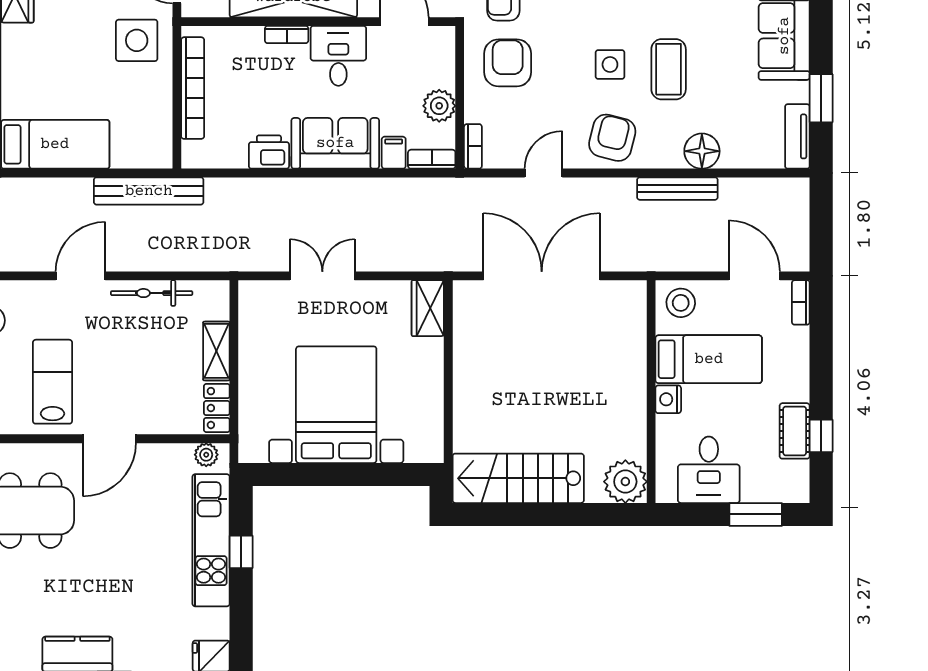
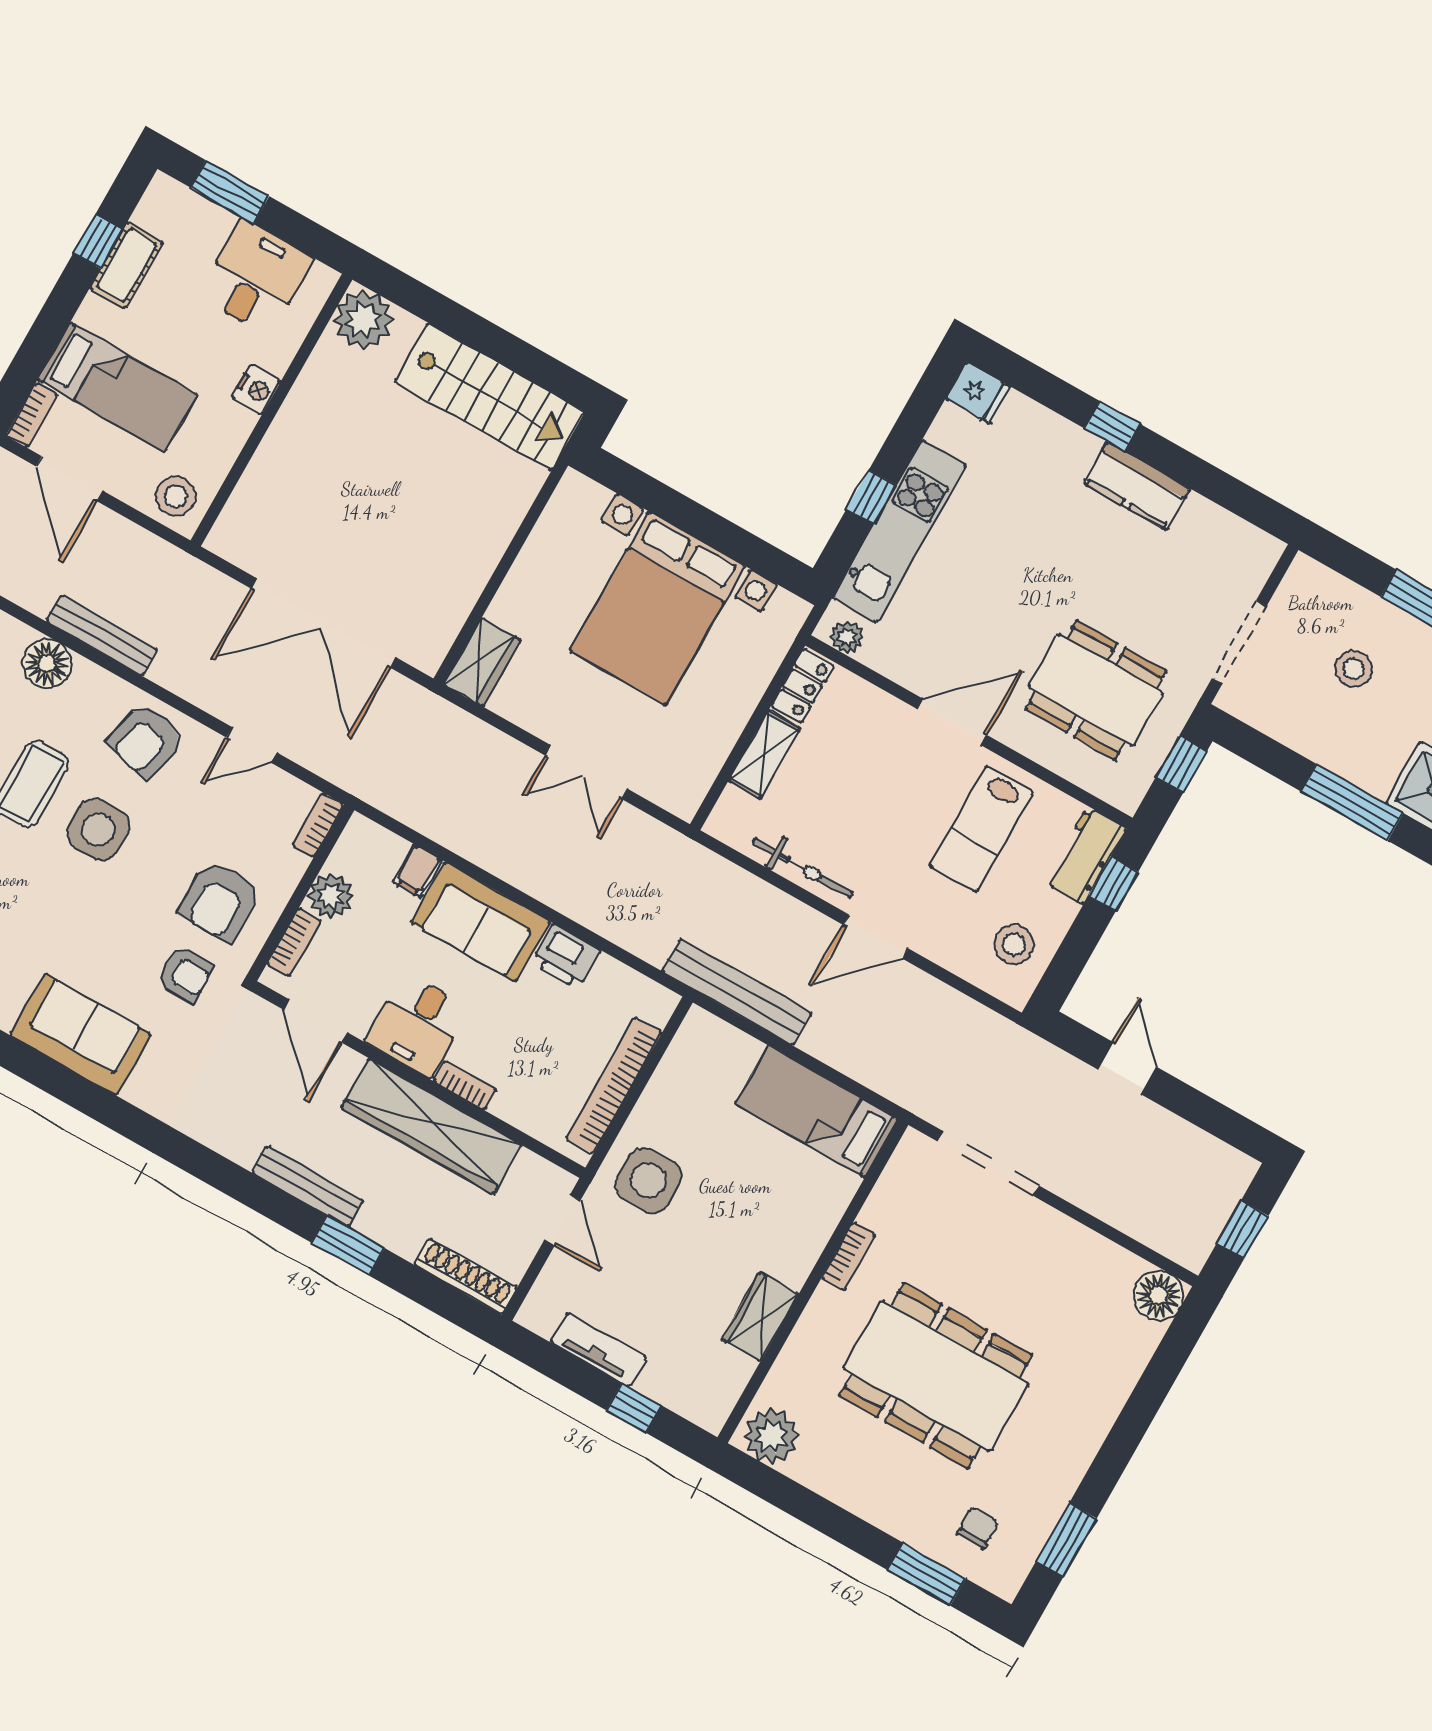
side table: (610, 65) -> (98, 830), width x1.37, depth x1.37
bookcase: (432, 159) -> (294, 942), moved, turned -90
bed: (709, 359) -> (118, 387), moved, turned 180

